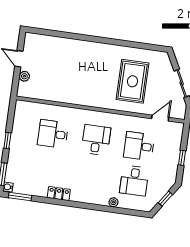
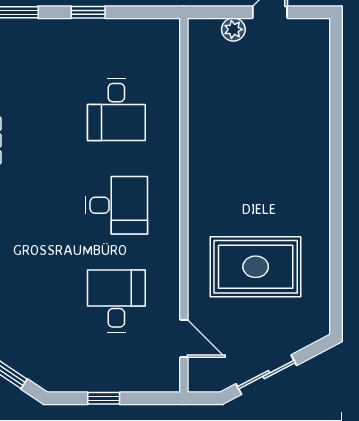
desk: (53, 134) -> (116, 109), turned 180
desk: (134, 181) -> (39, 301), removed

